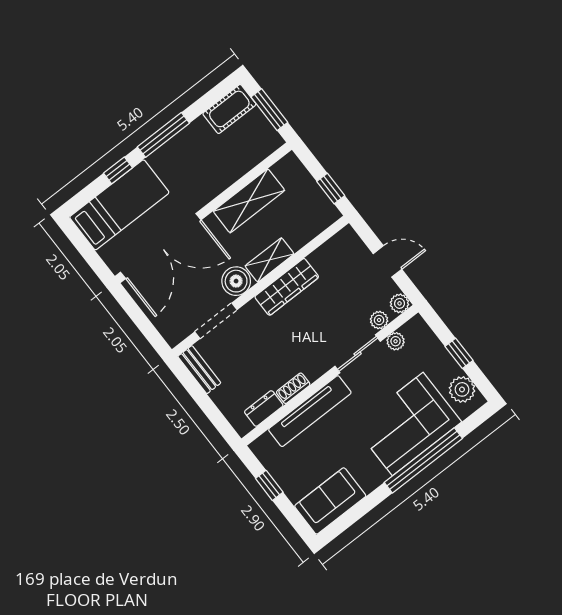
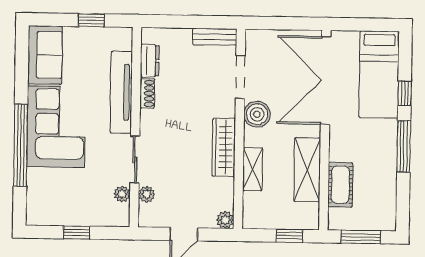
cot: (229, 109) -> (340, 185), moved
window: (331, 188) -> (289, 236), moved
shelving: (270, 260) -> (253, 169), moved
plant: (400, 303) -> (225, 220), moved
plant: (462, 389) -> (49, 214), removed
corner sofa: (408, 424) -> (56, 127), moved

